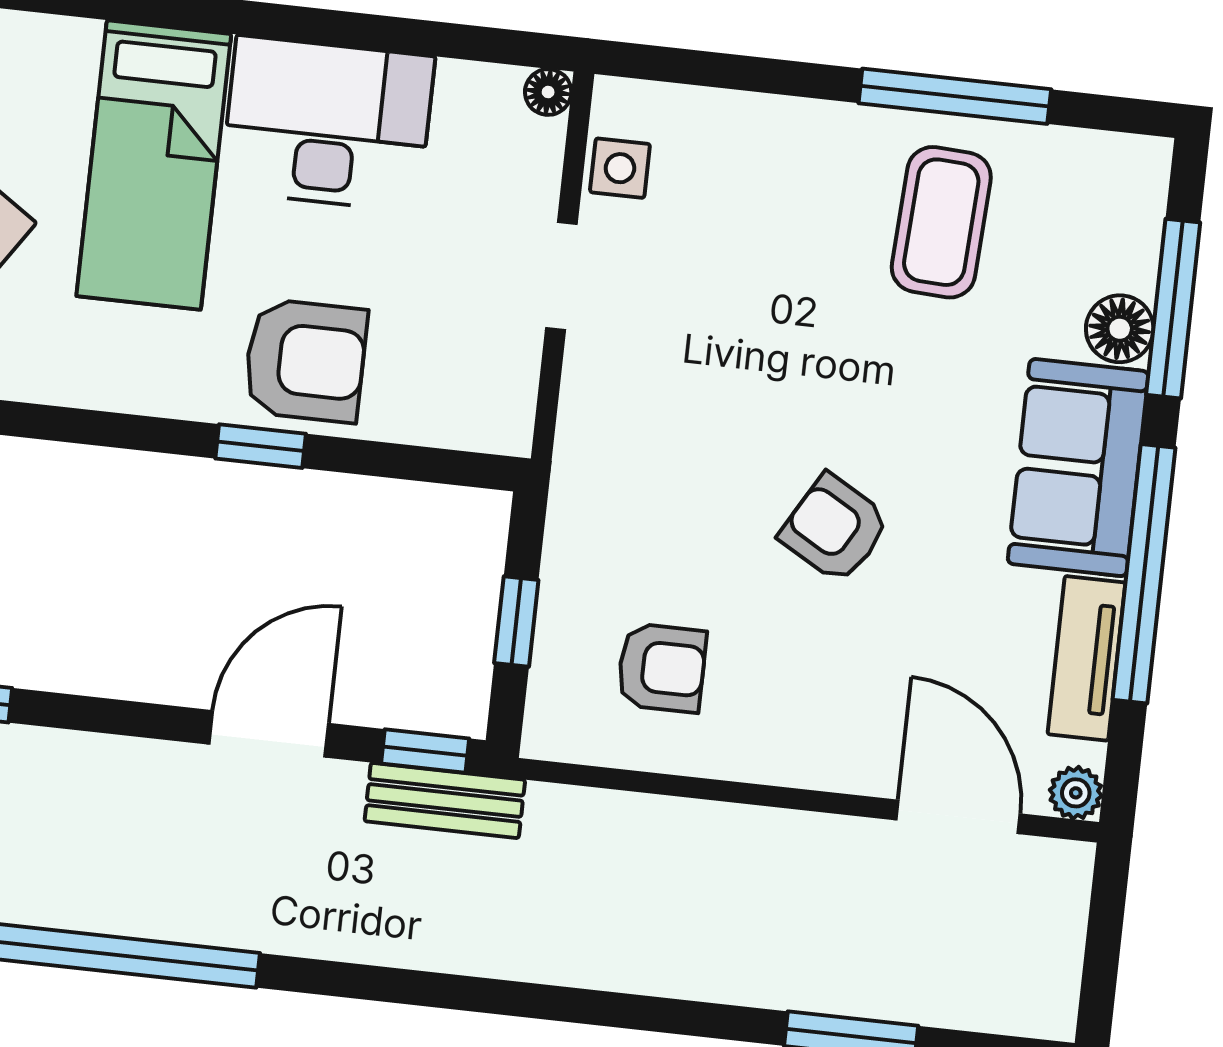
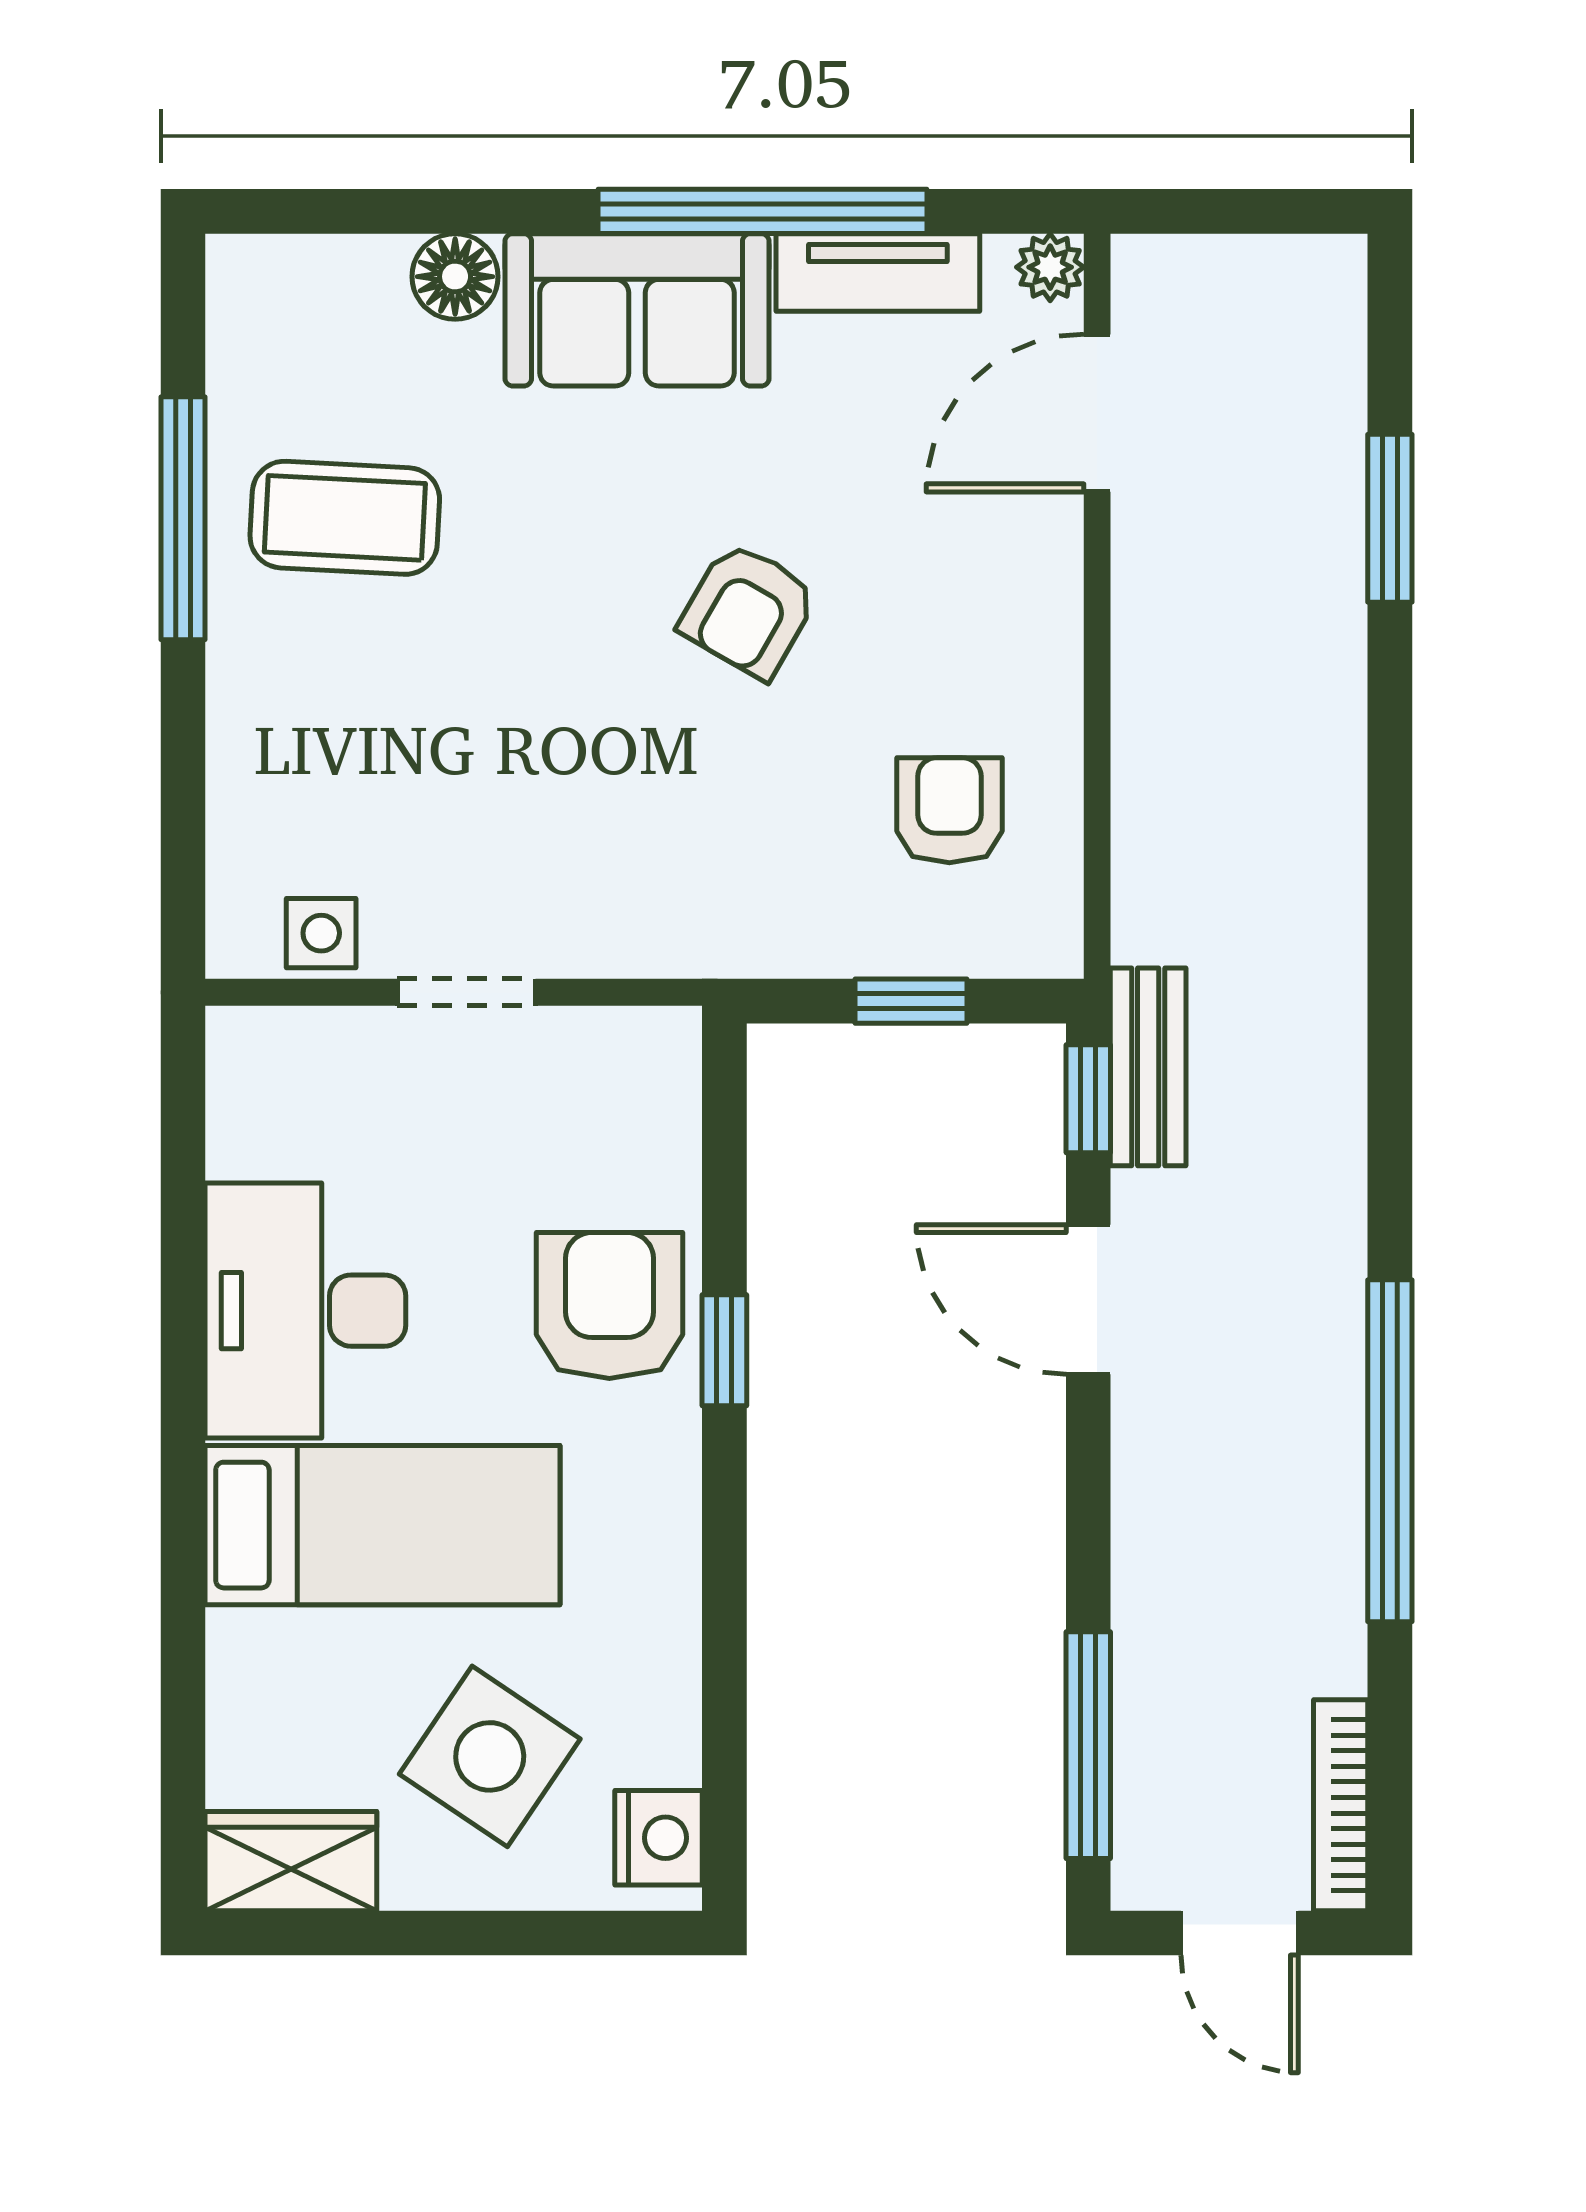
floor lamp: (548, 92) -> (235, 1035), removed
window: (1173, 309) -> (422, 211), removed

